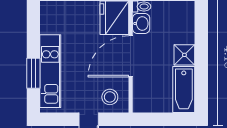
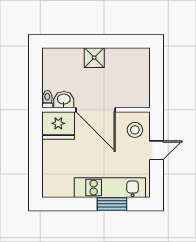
bathtub: (184, 90) -> (128, 58), removed

